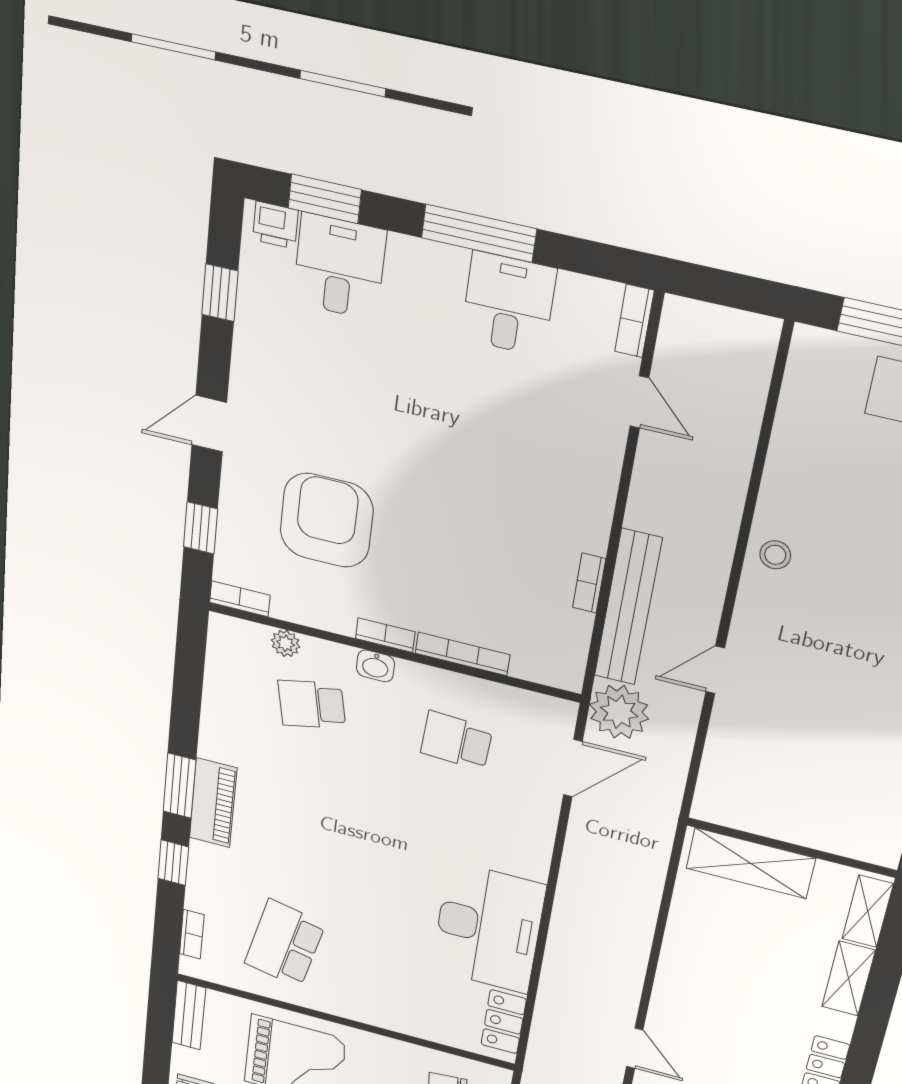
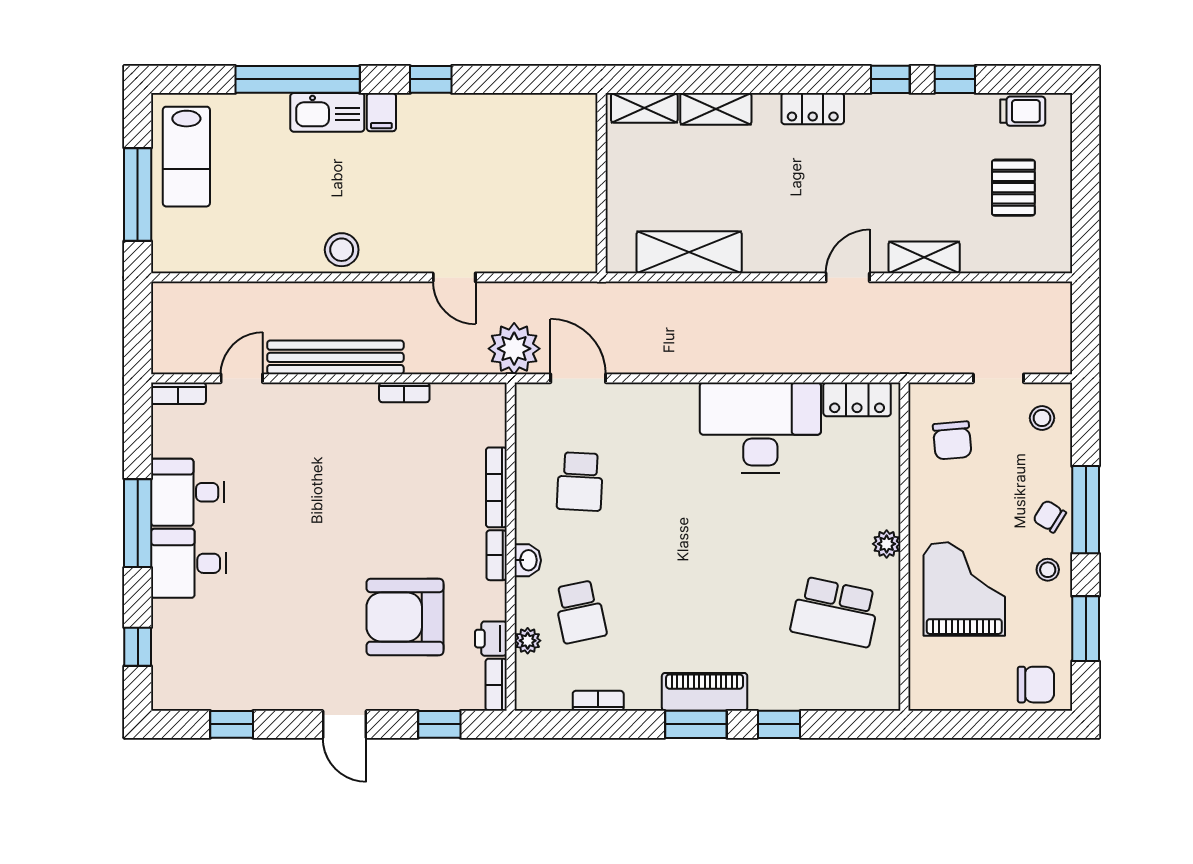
window: (325, 199) -> (138, 647), width x0.67
printer: (275, 225) -> (491, 639), moved, turned 180
desk: (339, 267) -> (188, 563), moved
stool: (775, 555) -> (342, 250), width x1.37, depth x1.37
bench: (628, 608) -> (335, 357), moved
shelving: (751, 863) -> (689, 252), moved, turned 90
bookcase: (192, 934) -> (598, 701), moved
plant: (349, 1007) -> (887, 544), added
bench: (189, 1015) -> (946, 697), removed

